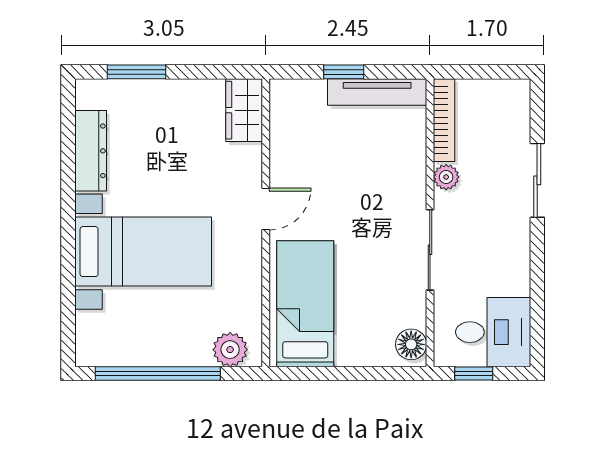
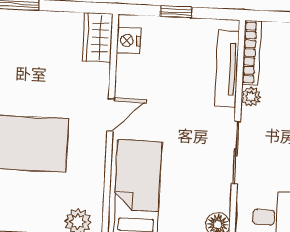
tv unit: (377, 92) -> (227, 69), moved, turned 90
nightstand: (284, 112) -> (129, 41), added

